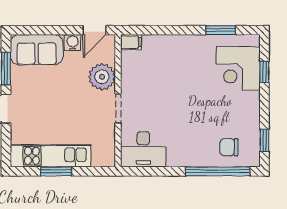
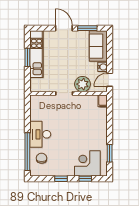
door: (94, 30) -> (110, 80), hinge flipped
window: (264, 140) -> (61, 179), moved
desk: (143, 149) -> (40, 134), moved

